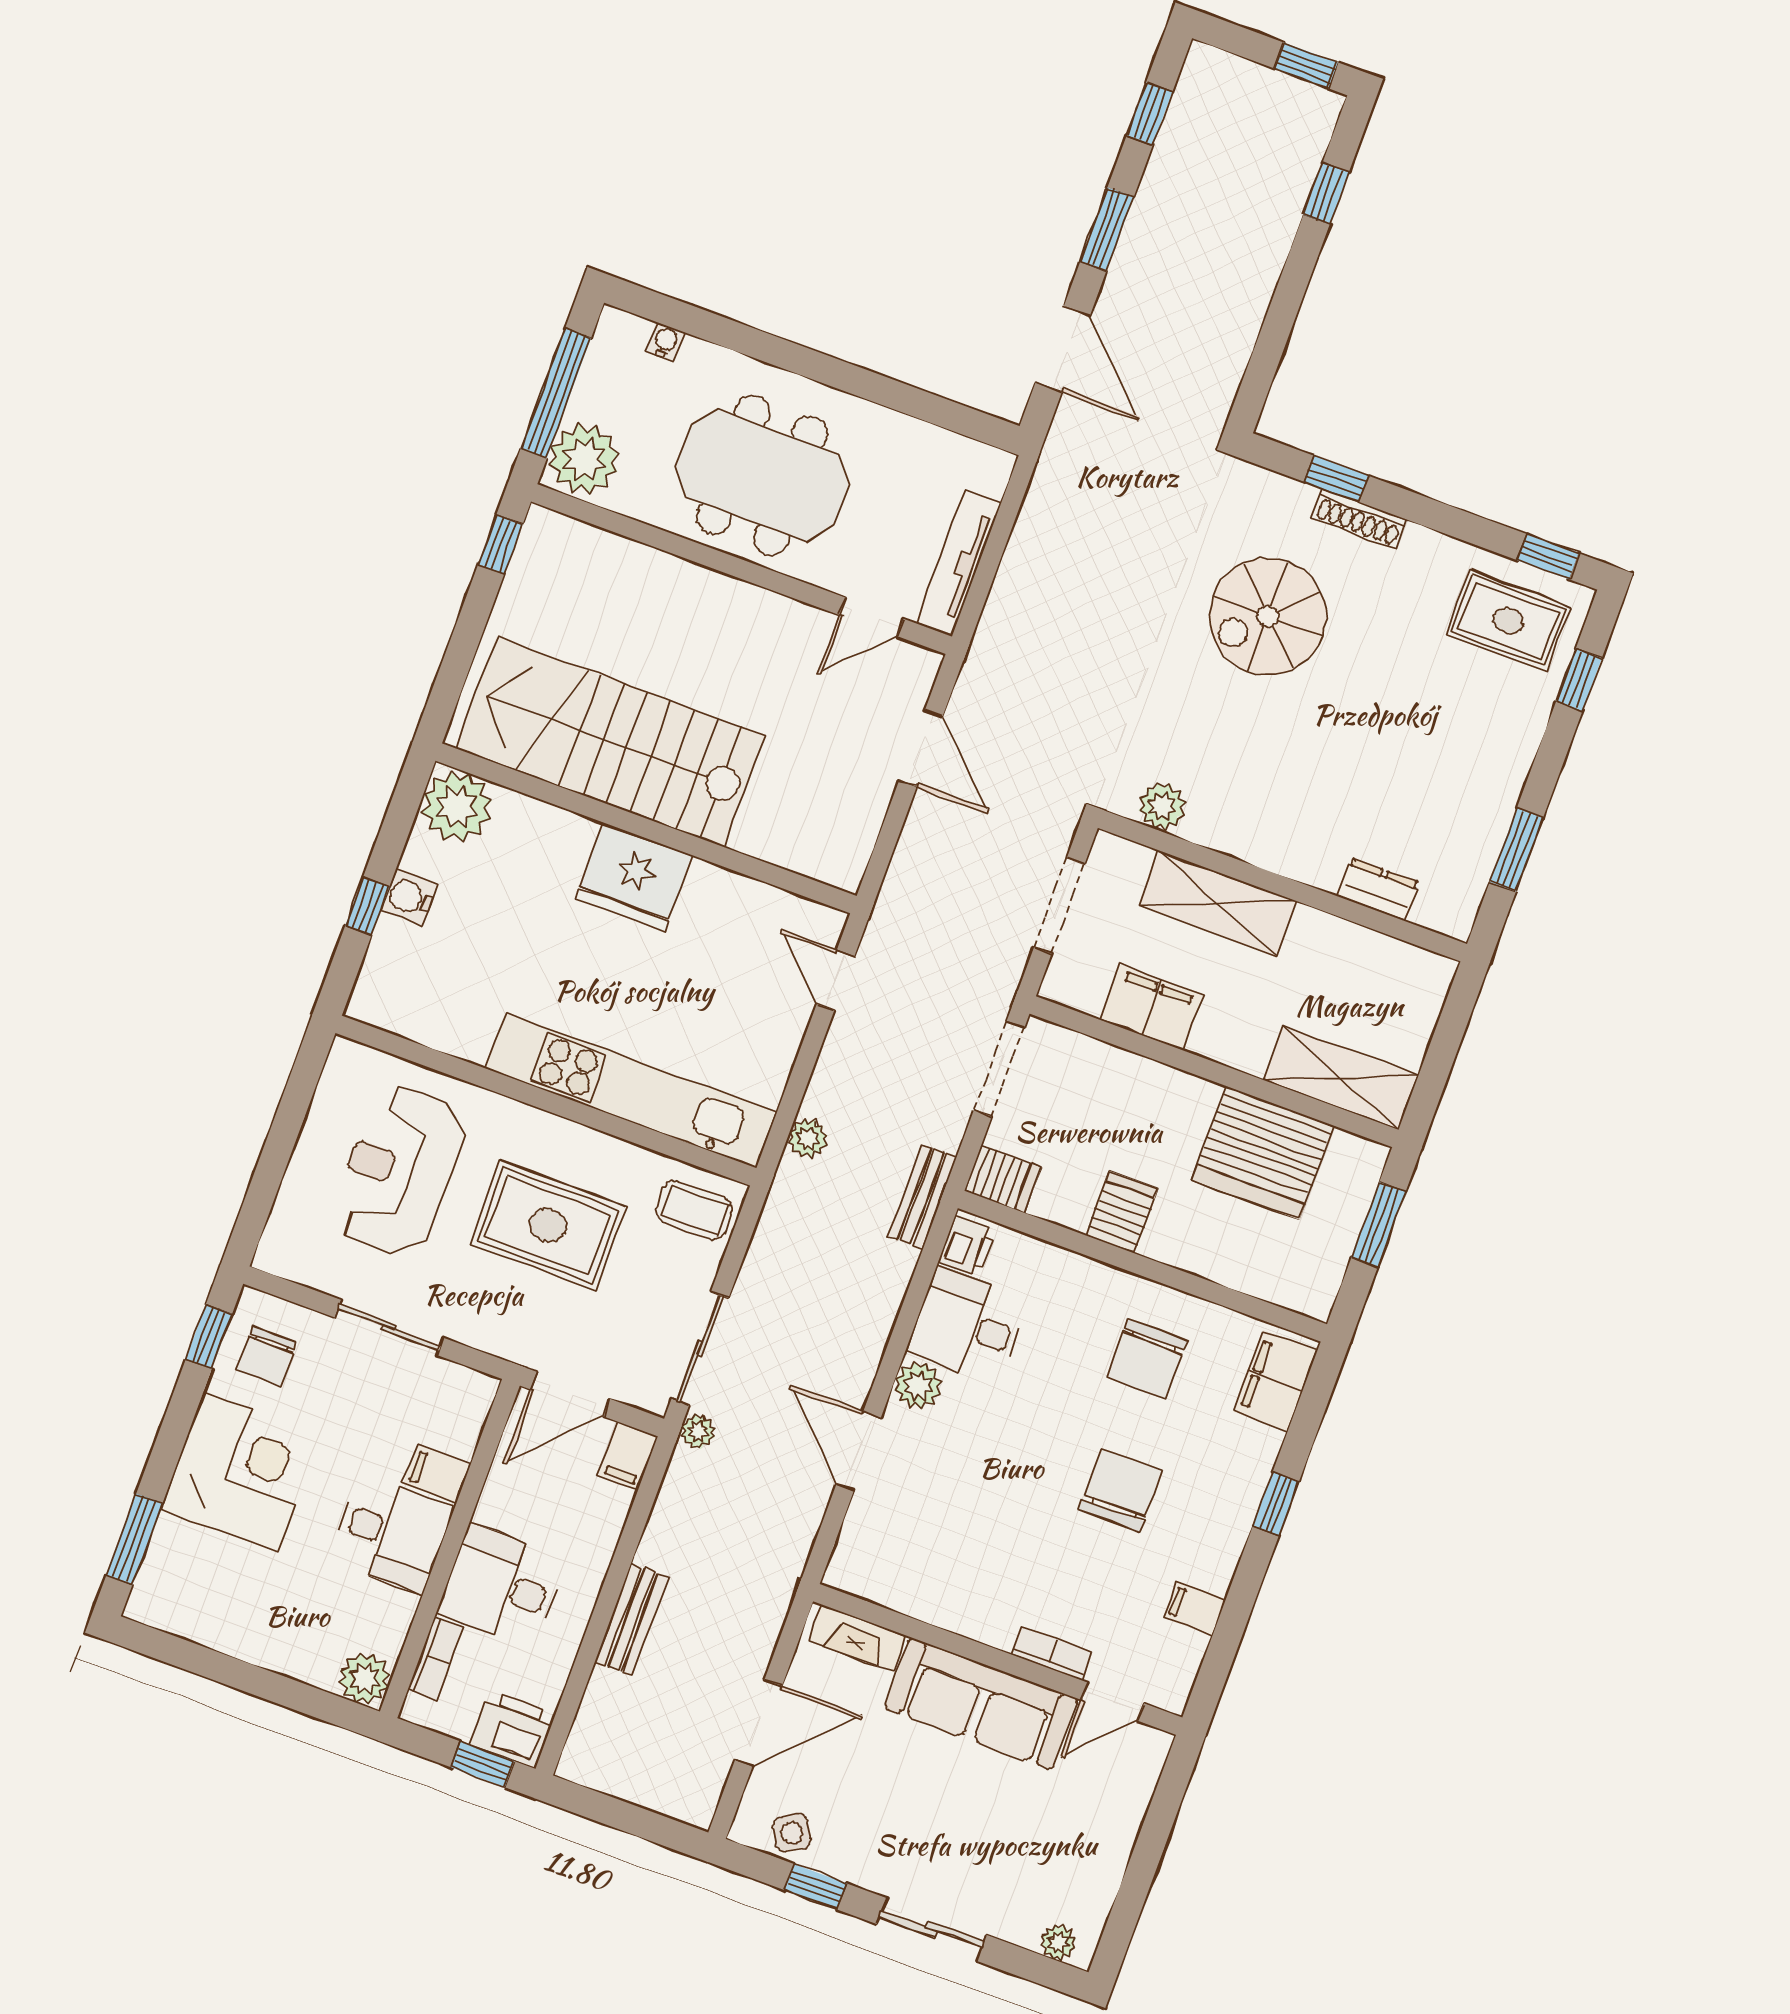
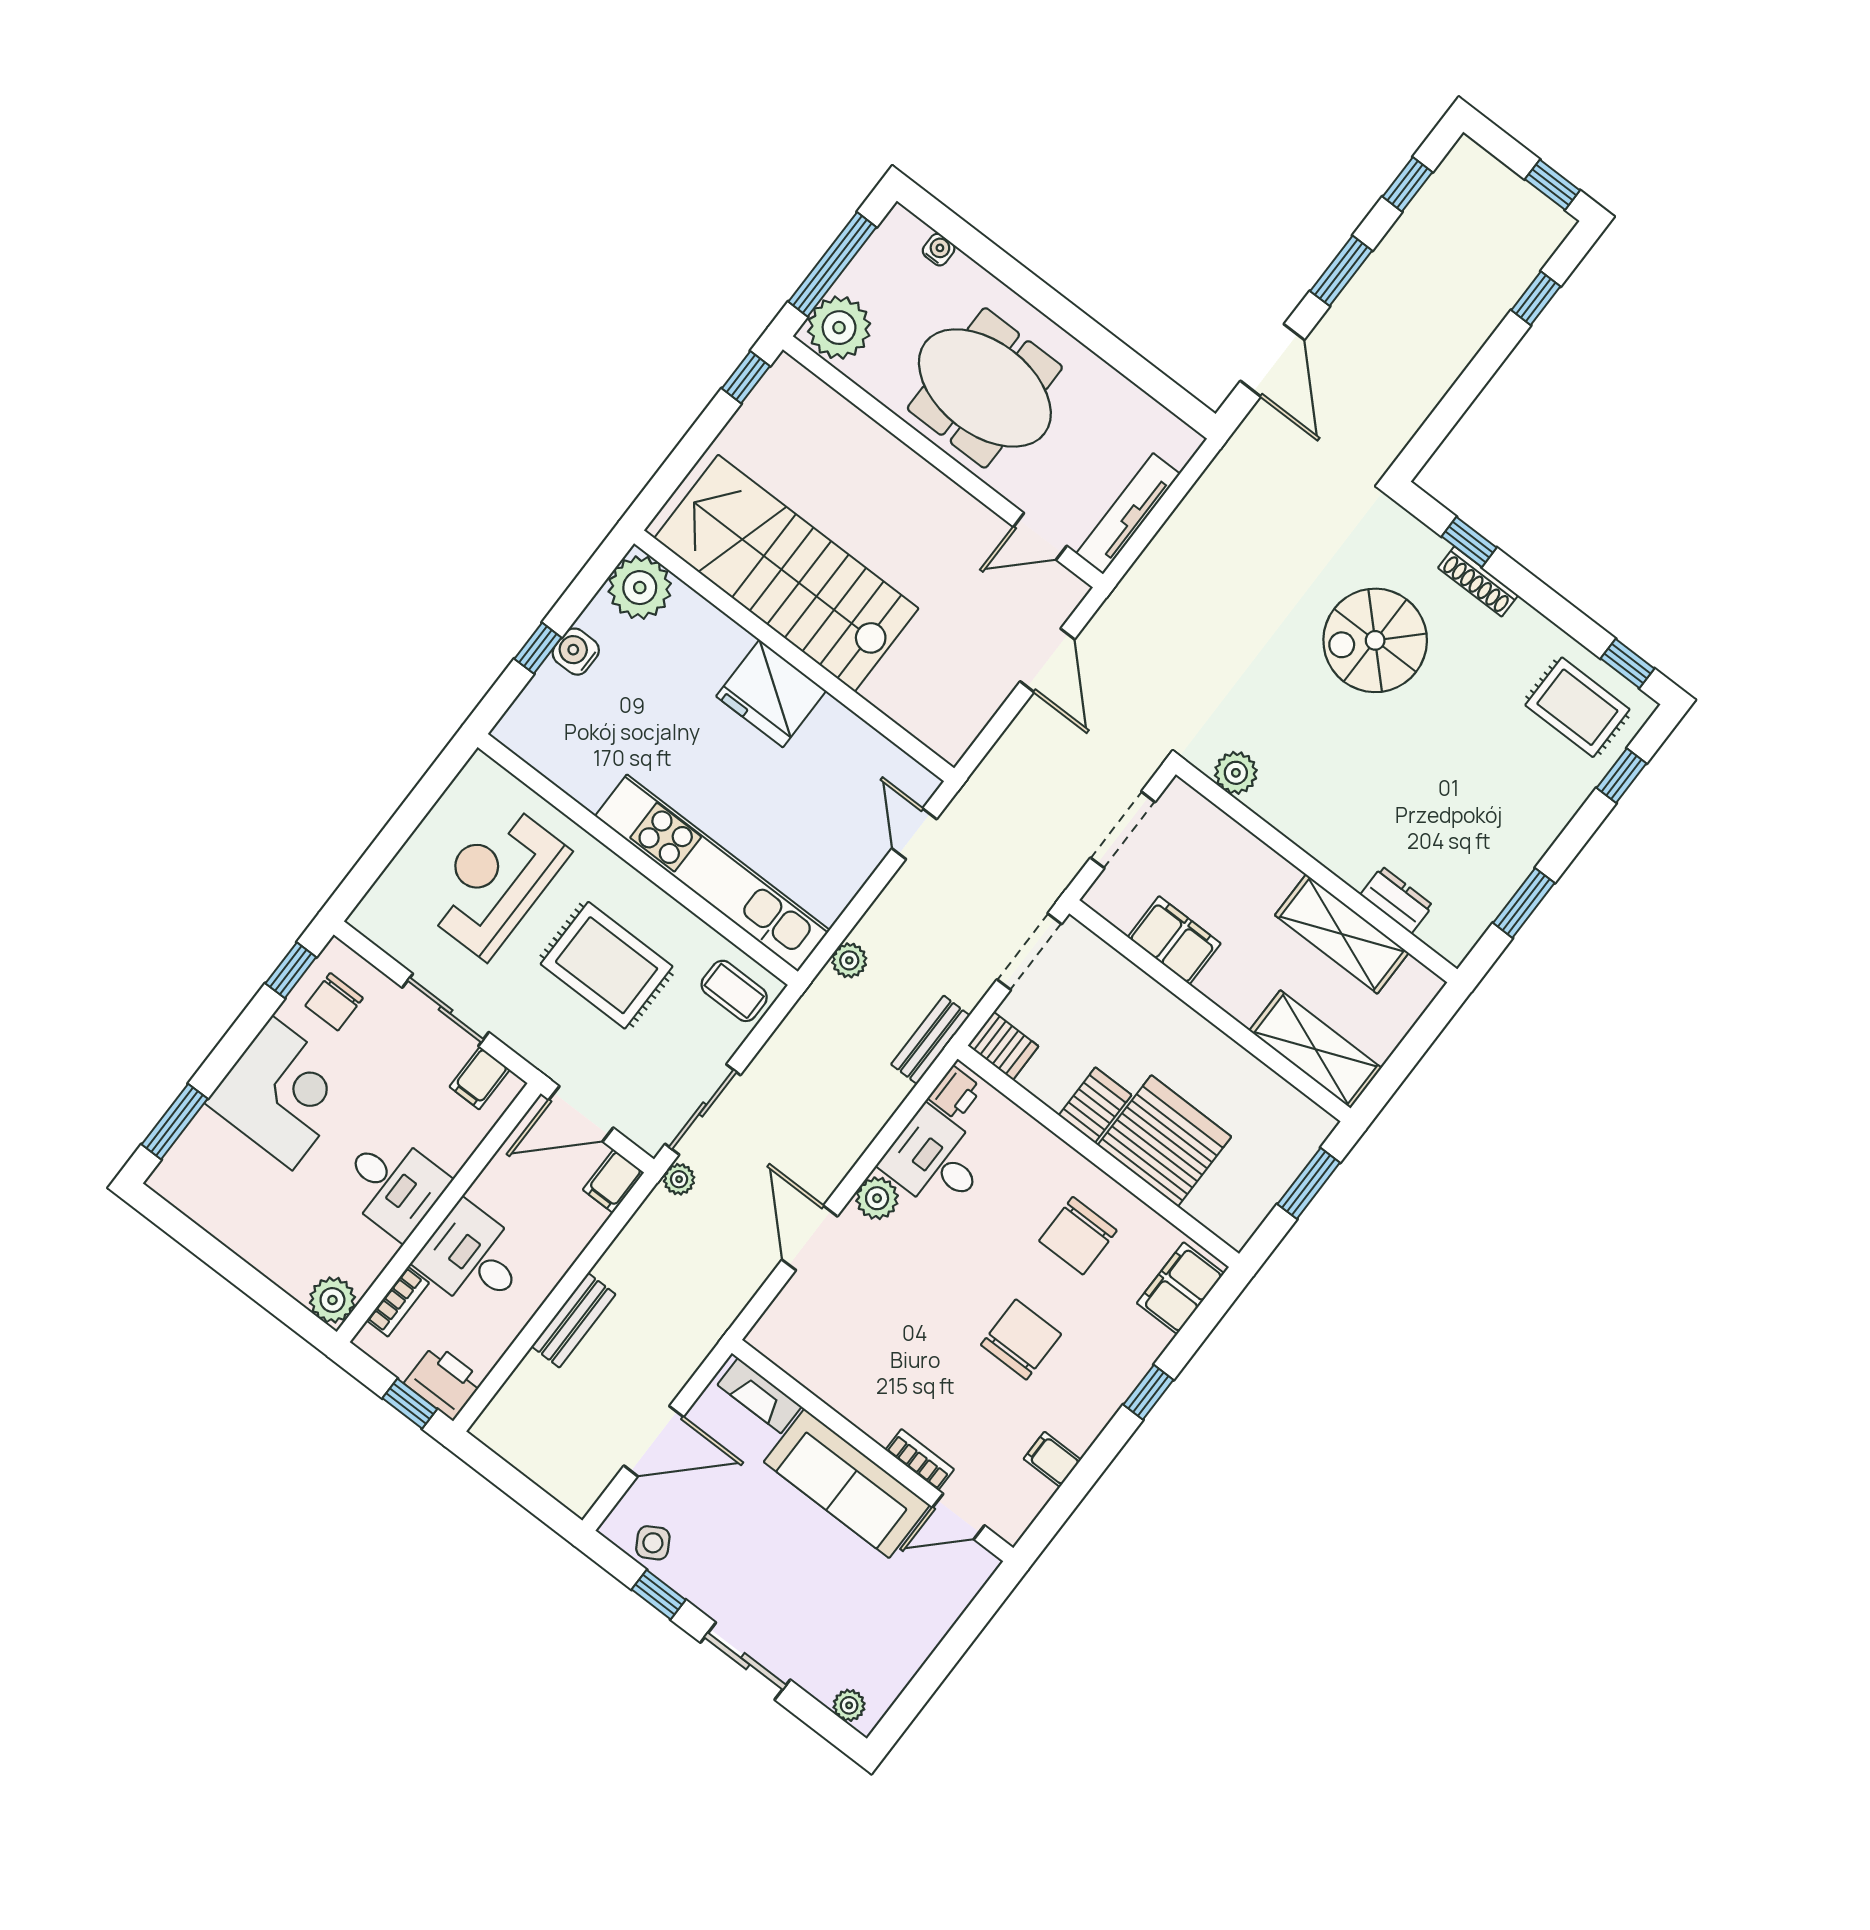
shelving: (1218, 903) -> (1342, 934), moved
server rack: (1263, 1153) -> (1164, 1141), moved, turned 180
filing cabinet: (437, 1474) -> (480, 1078), moved, turned -90

